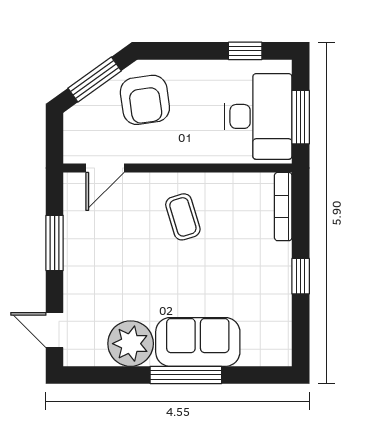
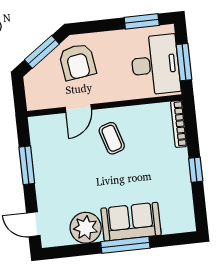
window: (245, 51) -> (142, 21), width x1.50
door: (105, 168) -> (78, 108), moved

